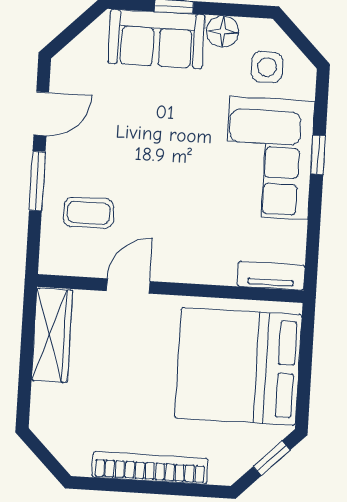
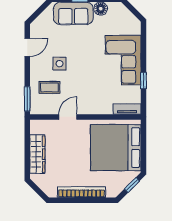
side table: (267, 67) -> (60, 64), moved
window: (318, 155) -> (144, 81), moved
window: (37, 181) -> (27, 99), moved
wardrobe: (52, 335) -> (37, 154), moved

